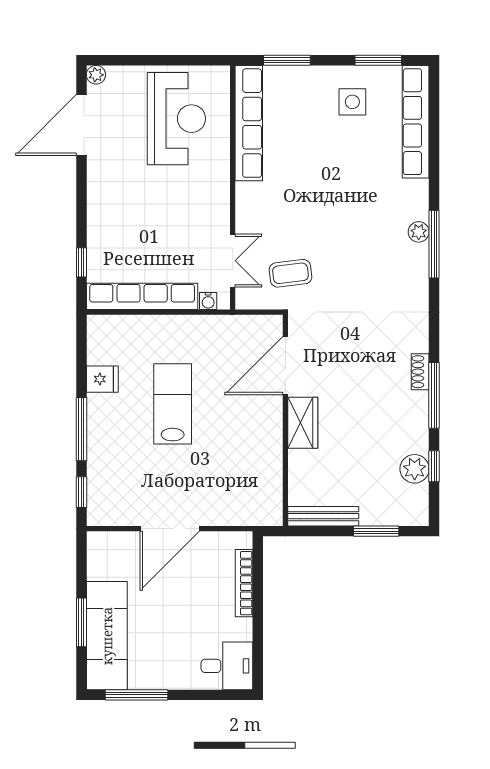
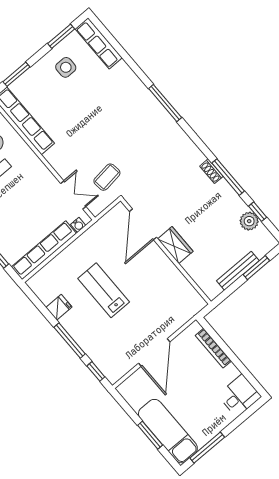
row of seats: (416, 122) -> (99, 43), width x0.73
plant: (419, 232) -> (152, 103), removed
bench: (323, 516) -> (238, 271), moved

